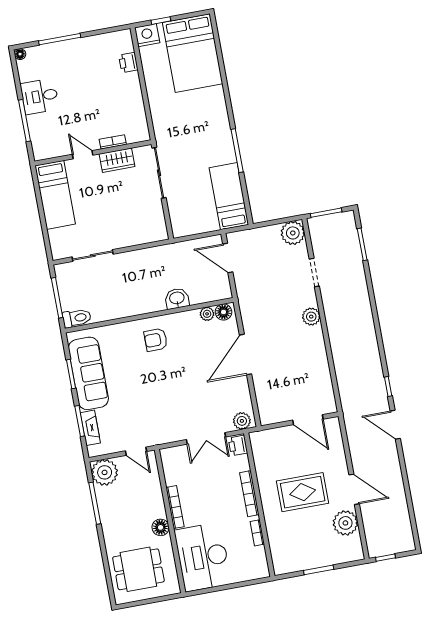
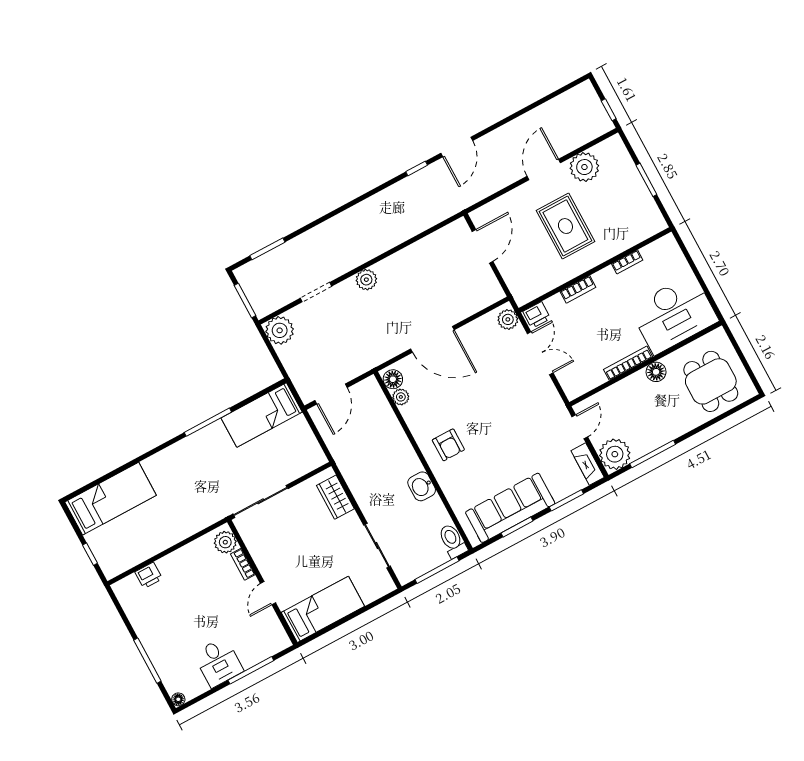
nightstand: (147, 35) -> (111, 564), removed
bed: (193, 53) -> (111, 499), width x0.67
plant: (135, 133) -> (225, 542), added
wardrobe: (117, 160) -> (335, 497), moved, turned 180
washbasin: (177, 298) -> (422, 486), moved
fireplace: (90, 428) -> (588, 464), moved, turned -90
bookcase: (249, 494) -> (578, 289), width x0.64

